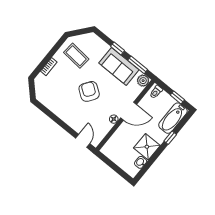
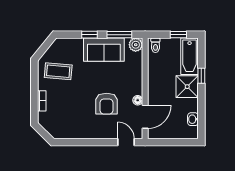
armchair: (89, 91) -> (107, 104), moved, turned -125
door: (129, 111) -> (145, 117), moved
shower: (147, 147) -> (187, 87), moved

